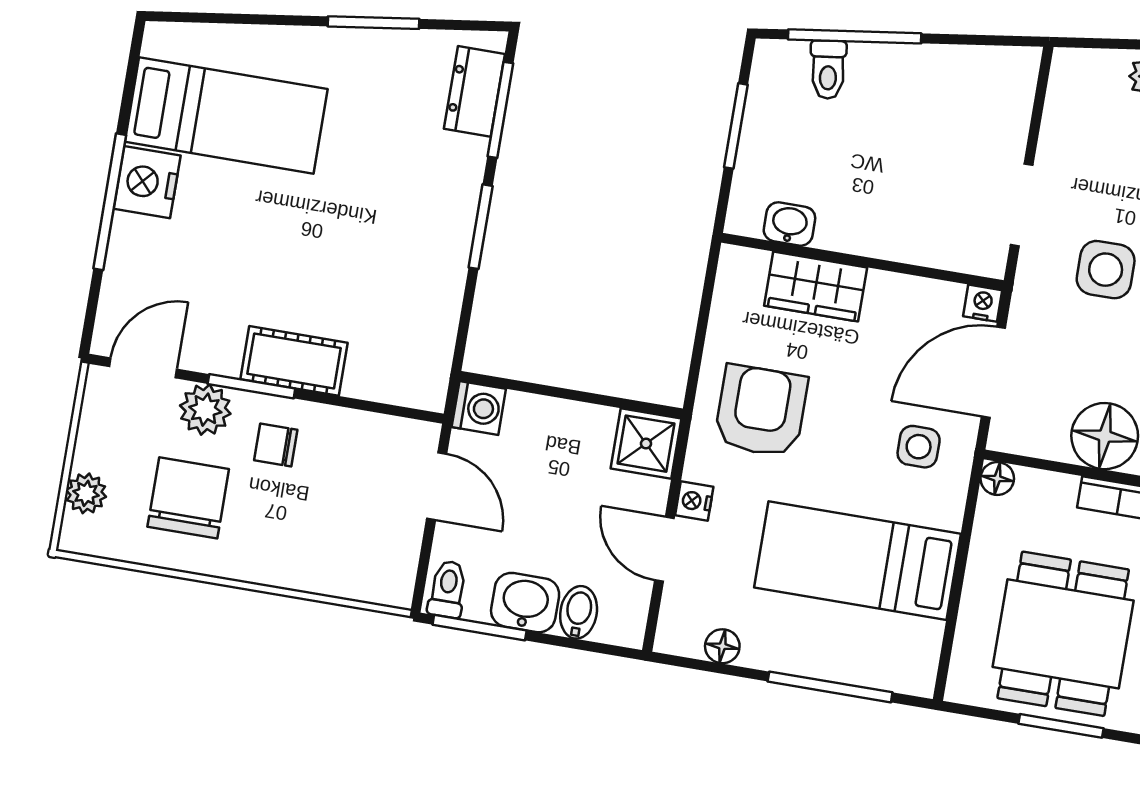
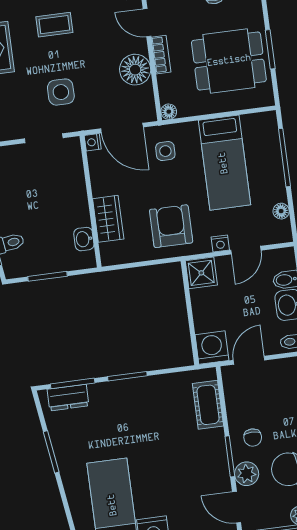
cot: (294, 361) -> (208, 405), moved
washing machine: (479, 408) -> (212, 348), width x1.38, depth x1.38
armchair: (761, 411) -> (171, 226), turned 90

